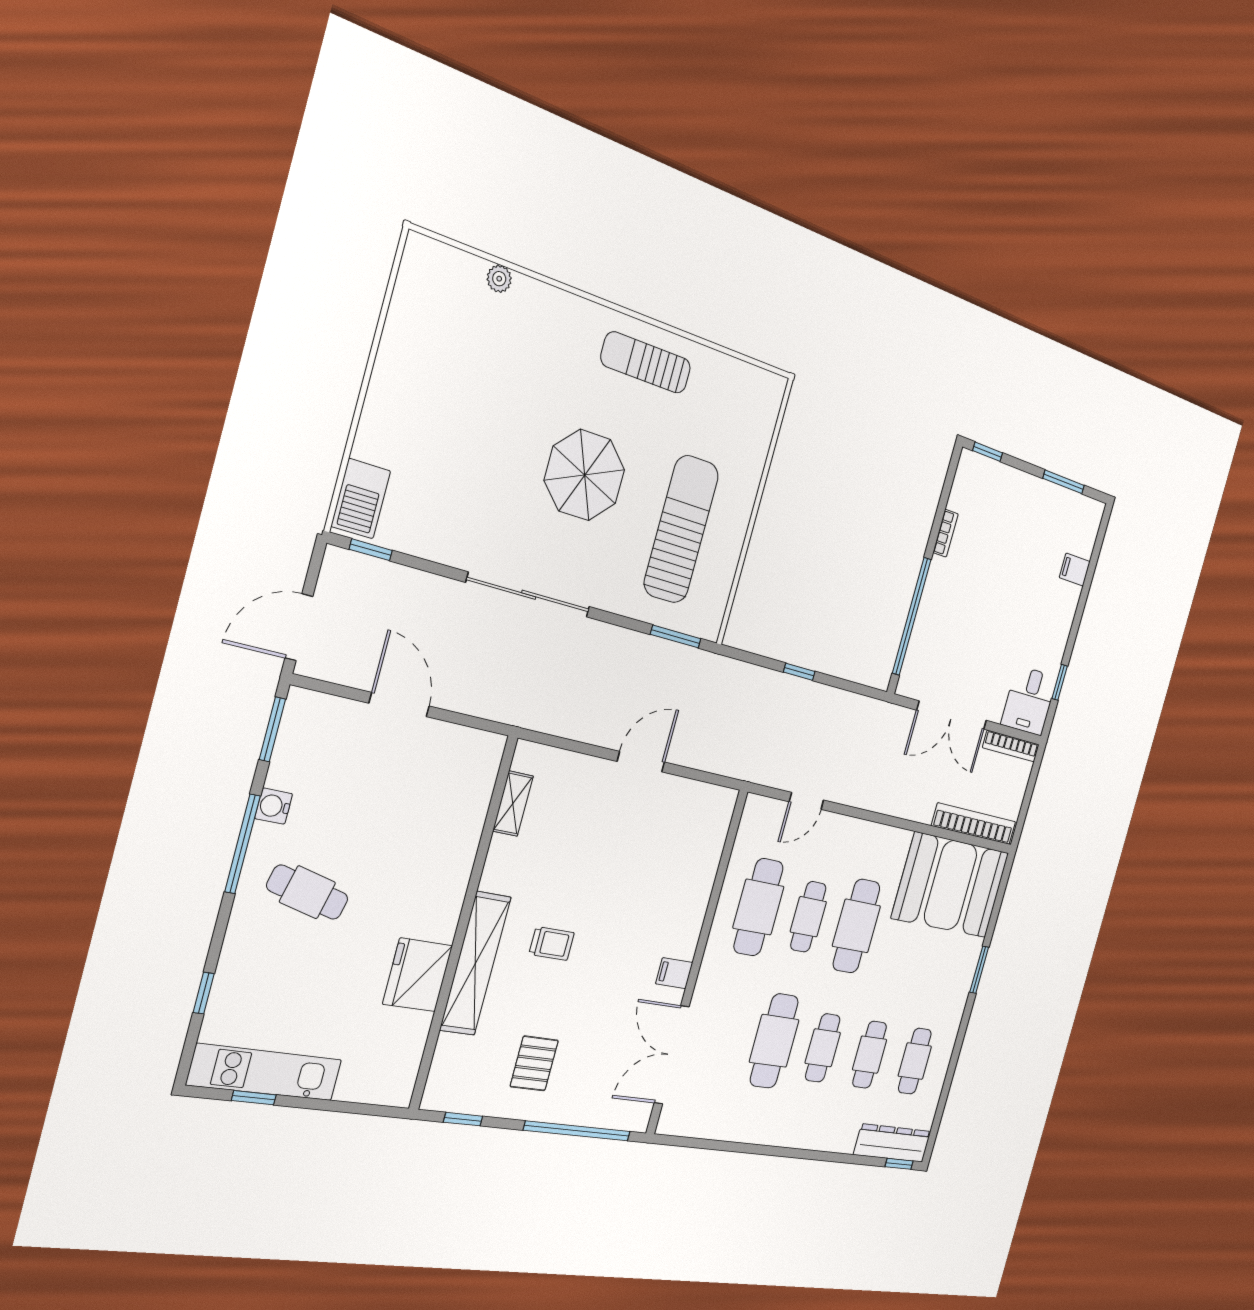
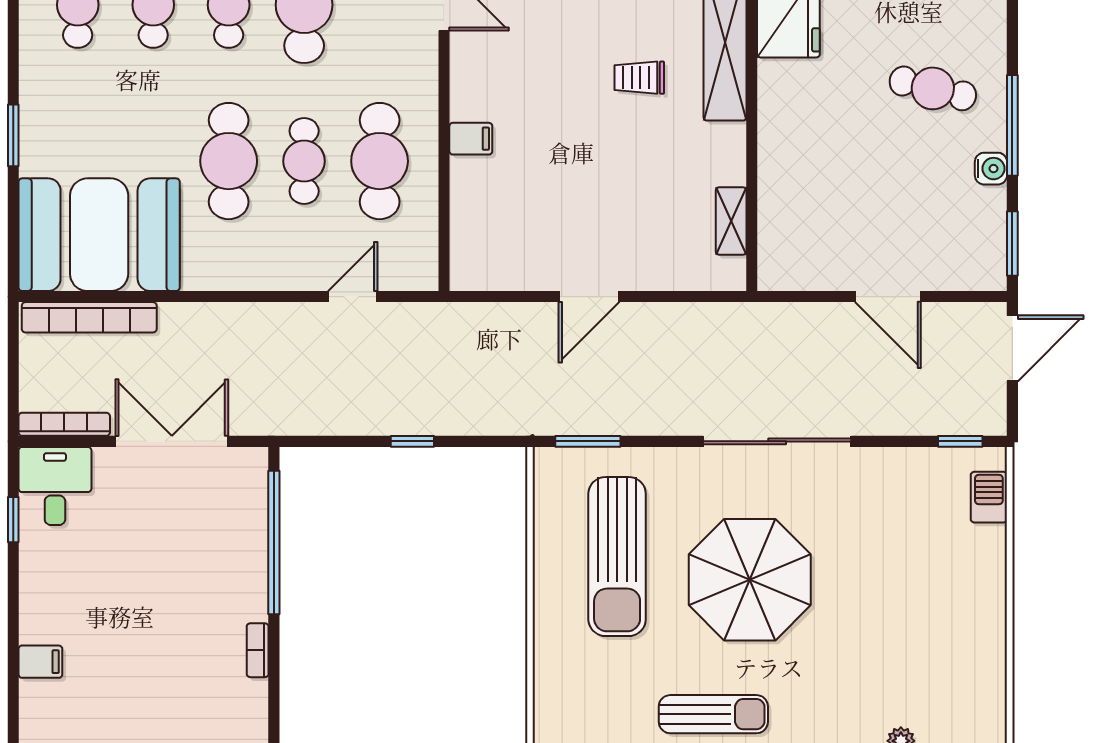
parasol: (585, 475) -> (750, 580), width x1.36, depth x1.36
barbecue: (361, 499) -> (989, 497), width x0.73, depth x0.79
filing cabinet: (674, 973) -> (471, 139), moved

